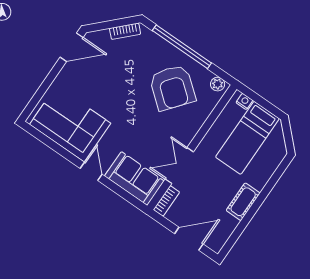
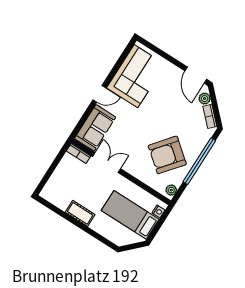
plant: (102, 37) -> (205, 99), added
door: (189, 239) -> (50, 172), removed

